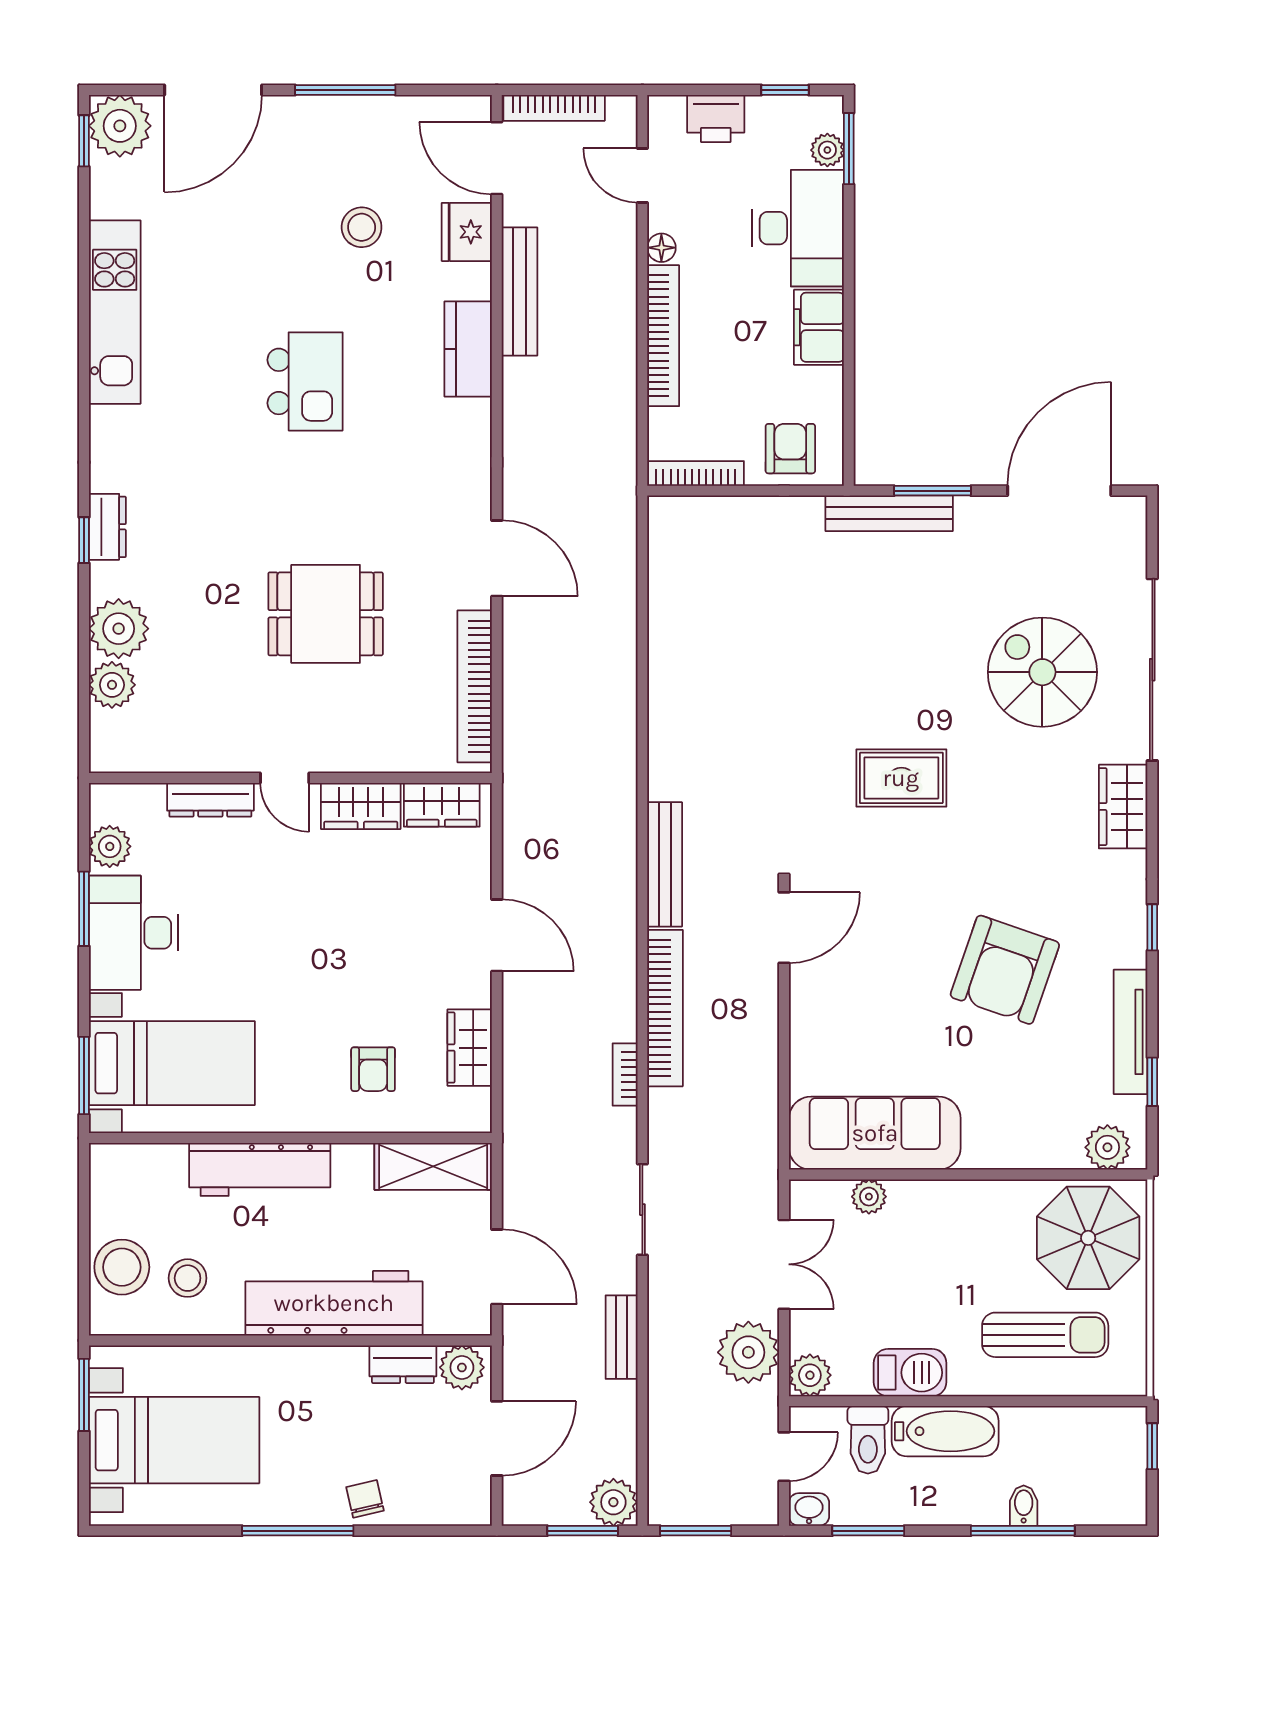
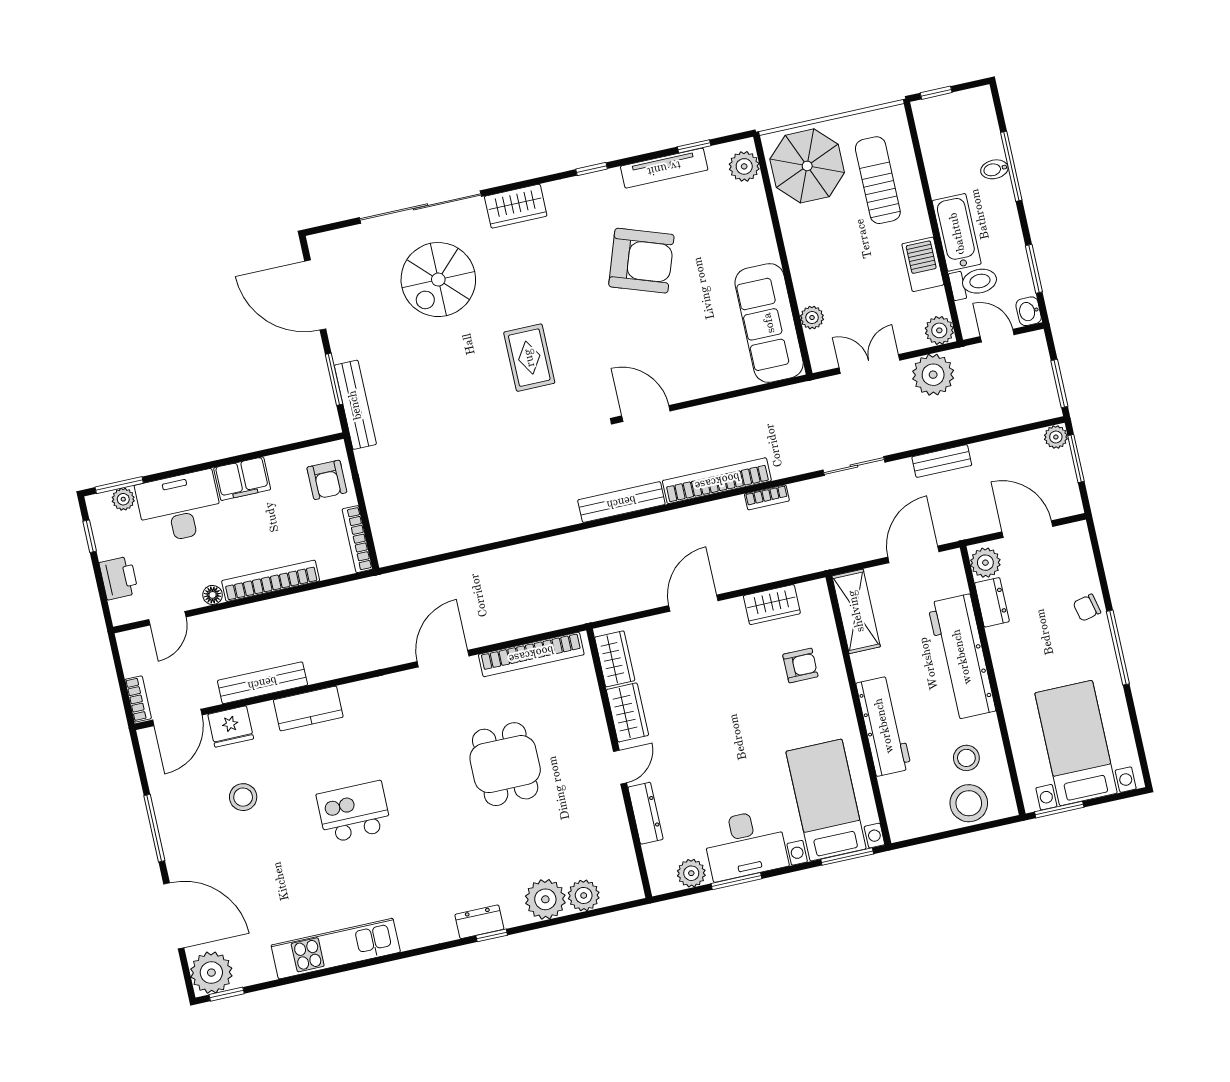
bookcase: (554, 108) -> (138, 699), width x0.64
armchair: (790, 449) -> (327, 480), turned -90
plant: (613, 1502) -> (1056, 437), width x0.73, depth x0.73

